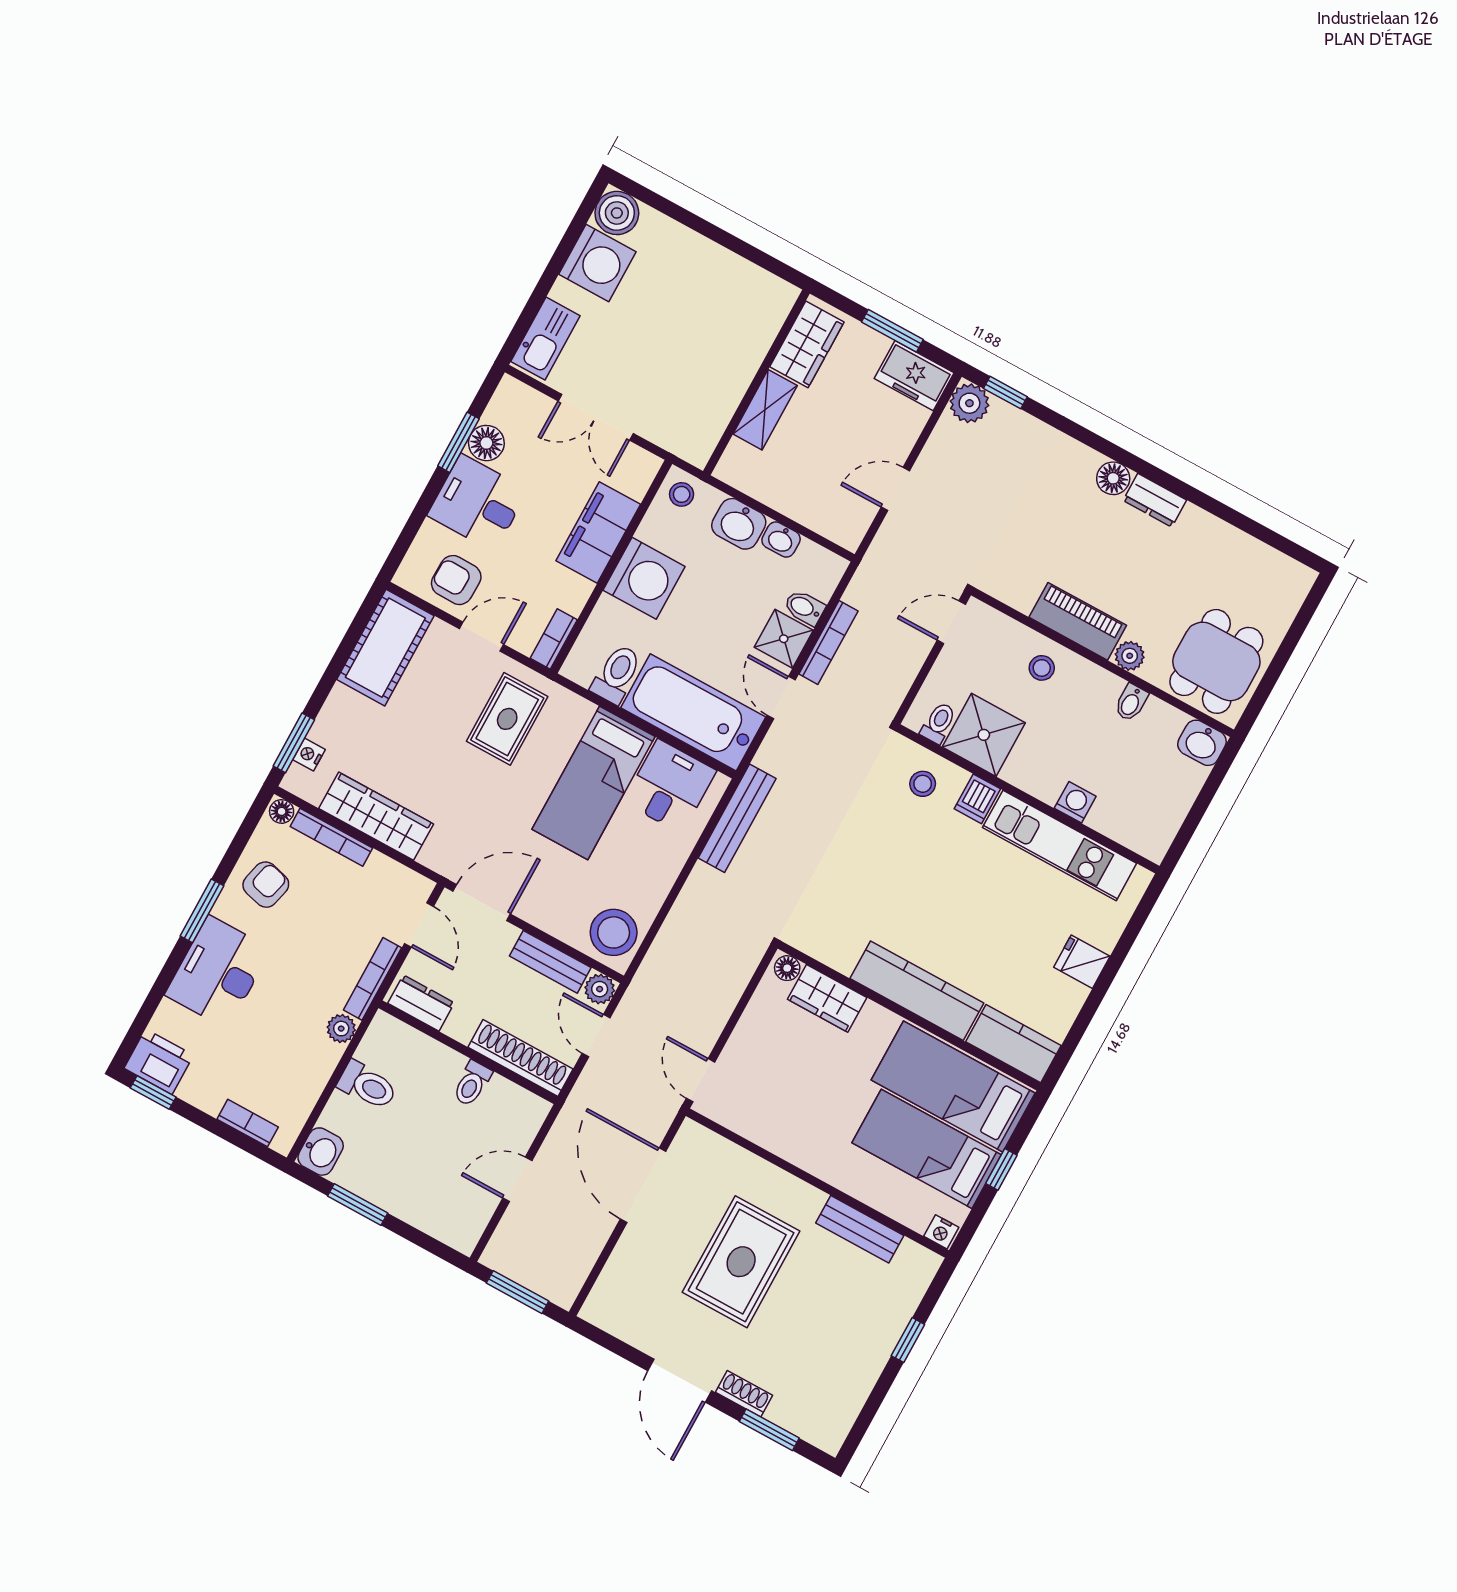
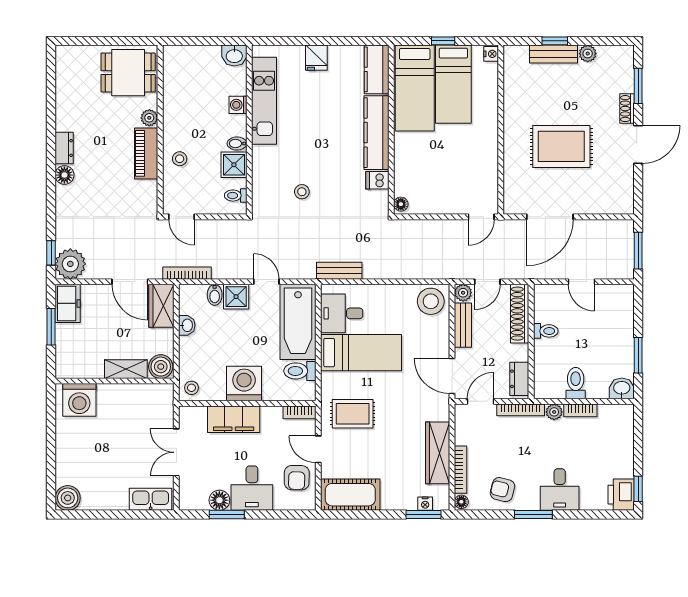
washing machine: (597, 263) -> (79, 400), moved, turned 180
wardrobe: (807, 344) -> (161, 306), moved, turned -90
plant: (969, 403) -> (70, 264), width x1.36, depth x1.36
double door: (596, 417) -> (176, 452), swing flipped
boiler: (740, 465) -> (161, 367), added
door: (895, 489) -> (130, 282), width x1.37
washbasin: (739, 524) -> (191, 351), removed
bookcase: (828, 642) -> (187, 273), moved
door: (781, 698) -> (266, 282), swing flipped
bidet: (1131, 702) -> (237, 144), moved, turned 180
shower: (984, 735) -> (234, 165), width x0.73, depth x0.73
washbasin: (1202, 743) -> (234, 55), moved, turned 90
stool: (923, 784) -> (302, 192), moved
dishwasher: (977, 799) -> (377, 180), moved, turned 180
bench: (737, 818) -> (339, 271), width x0.73
desk: (218, 972) -> (560, 490), width x0.73
wardrobe: (827, 998) -> (405, 176), removed
bookcase: (248, 1123) -> (580, 410), moved, turned -90
bench: (860, 1229) -> (554, 54), moved, turned 90
plant: (861, 1380) -> (588, 54), added

